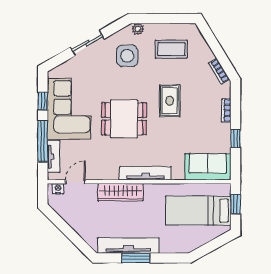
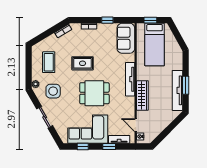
dining table: (124, 119) -> (94, 93), turned 90
window: (43, 141) -> (109, 147), width x0.46

